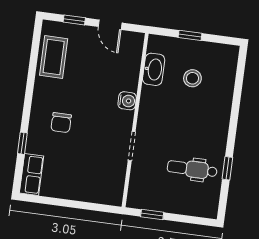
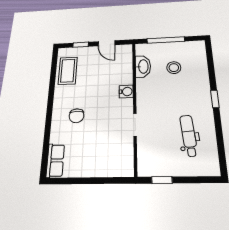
window: (190, 35) -> (166, 40), width x2.17
window: (22, 143) -> (47, 136), removed
window: (227, 168) -> (215, 99), moved
dental chair: (192, 169) -> (189, 136), turned 85

